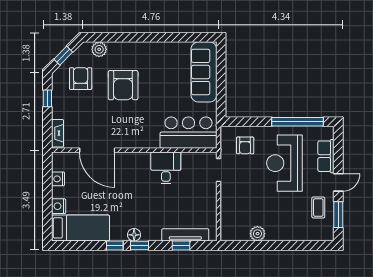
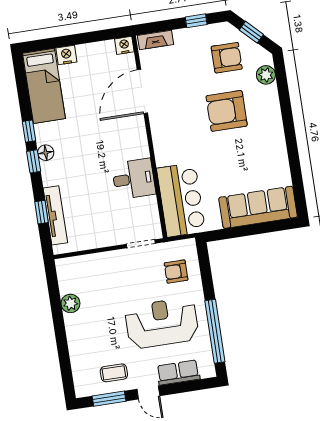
nightstand: (58, 179) -> (124, 45), moved

